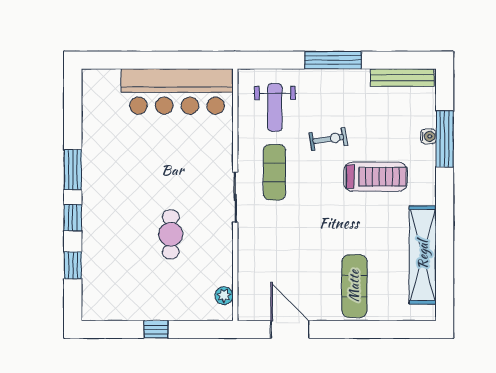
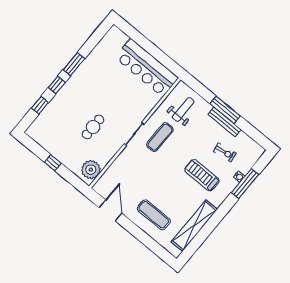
bench: (402, 78) -> (225, 122), moved
weight bench: (275, 107) -> (183, 109), turned 180
exercise bike: (328, 139) -> (225, 152), moved
treadmill: (376, 177) -> (202, 175), turned 180
exercise mat: (354, 286) -> (154, 215), turned 90
plant: (224, 296) -> (91, 170), width x1.88, depth x1.88

